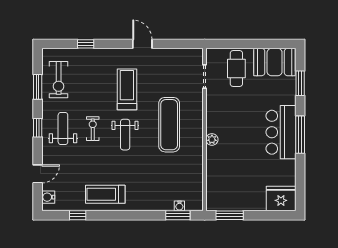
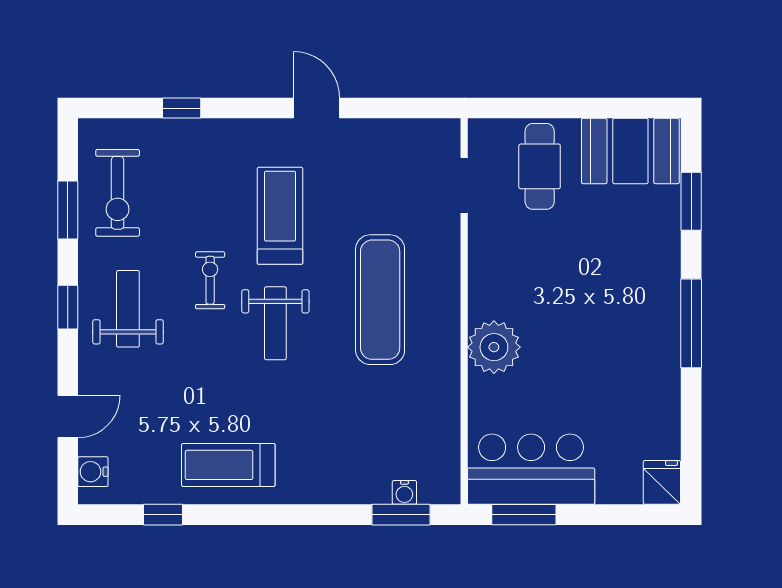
exercise bike: (93, 129) -> (210, 280), moved
bar counter: (281, 132) -> (531, 469), moved, turned 90
plant: (212, 139) -> (494, 347), width x1.88, depth x1.88
fridge: (281, 198) -> (662, 482), width x0.53, depth x0.75

